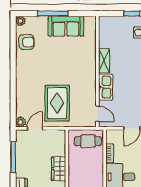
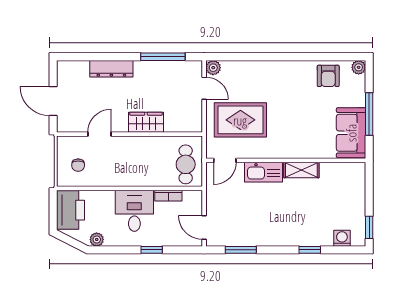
shelving: (104, 61) -> (301, 170), moved
wall: (97, 72) -> (286, 160), moved
kitchen sink: (106, 87) -> (264, 172), moved
door: (97, 114) -> (225, 160), moved

